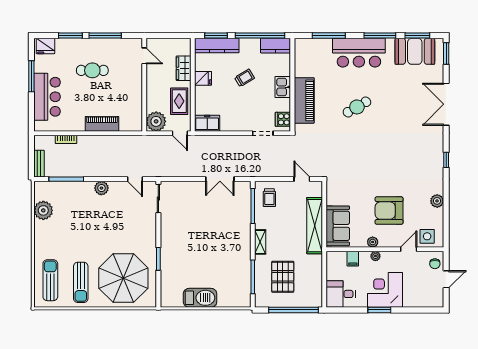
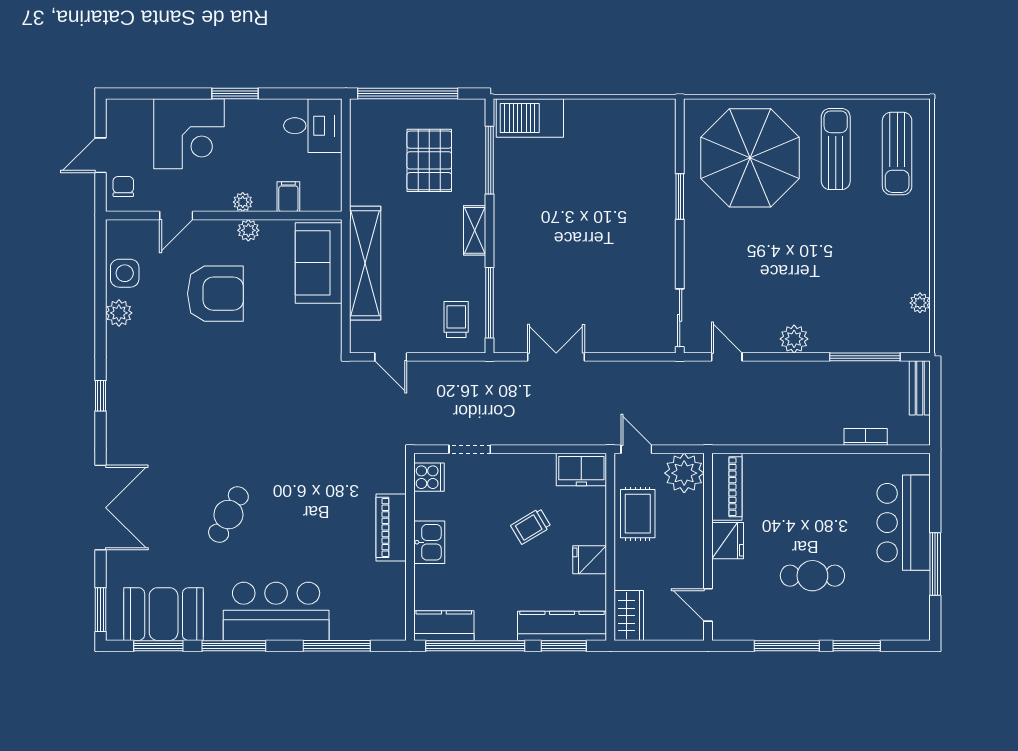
fridge: (45, 46) -> (728, 541), moved, turned 90
wardrobe: (184, 68) -> (629, 616), moved
trolley: (244, 78) -> (531, 526), moved
piano: (304, 100) -> (391, 527), width x0.73, depth x0.75
cafe table: (357, 107) -> (228, 515), moved, turned -32
piano: (102, 124) -> (727, 487), moved, turned -90
plant: (43, 210) -> (920, 303), width x0.53, depth x0.53
side table: (427, 236) -> (125, 273), moved
corner desk: (385, 290) -> (189, 134), moved
barbecue: (200, 298) -> (530, 118), moved

